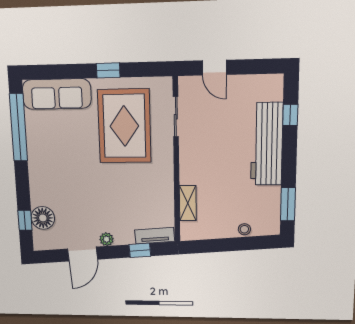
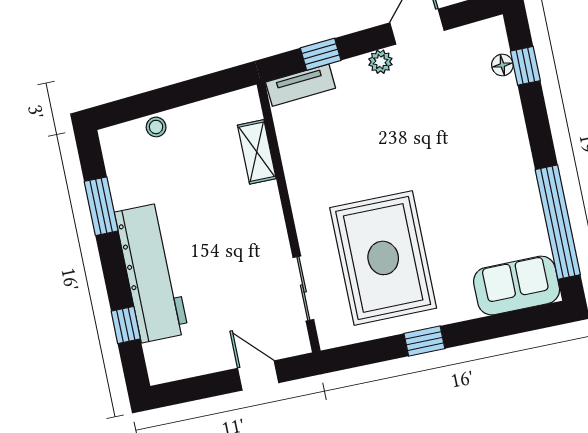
sofa: (57, 94) -> (517, 286), width x0.73
window: (288, 204) -> (101, 206), moved
floor lamp: (43, 218) -> (502, 65), width x0.53, depth x0.53

